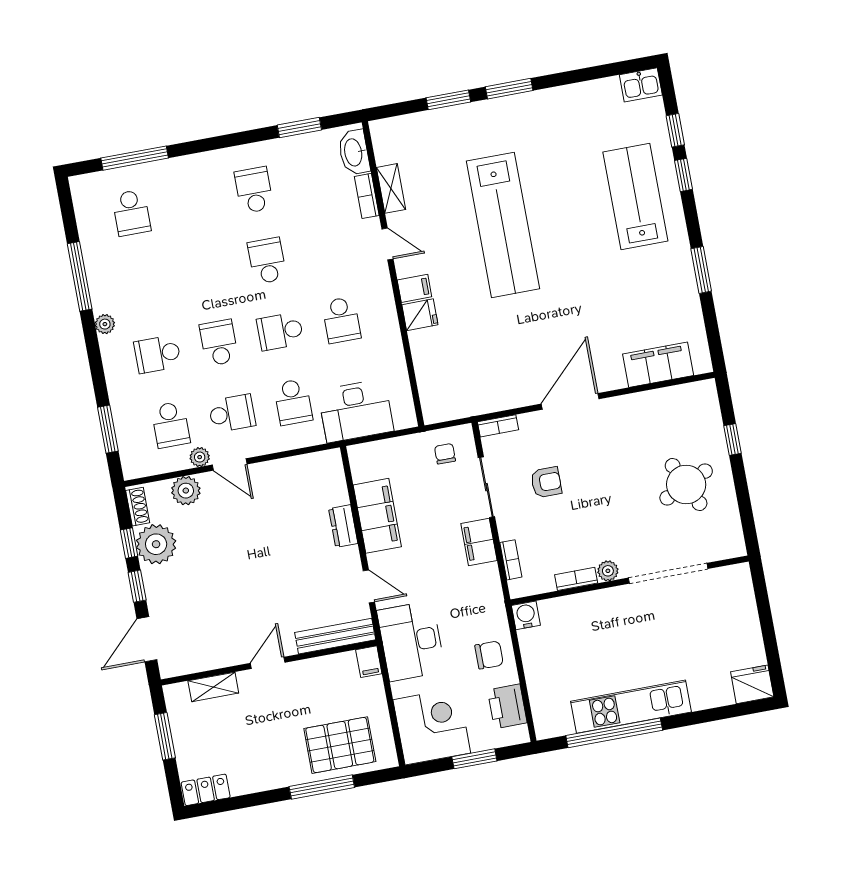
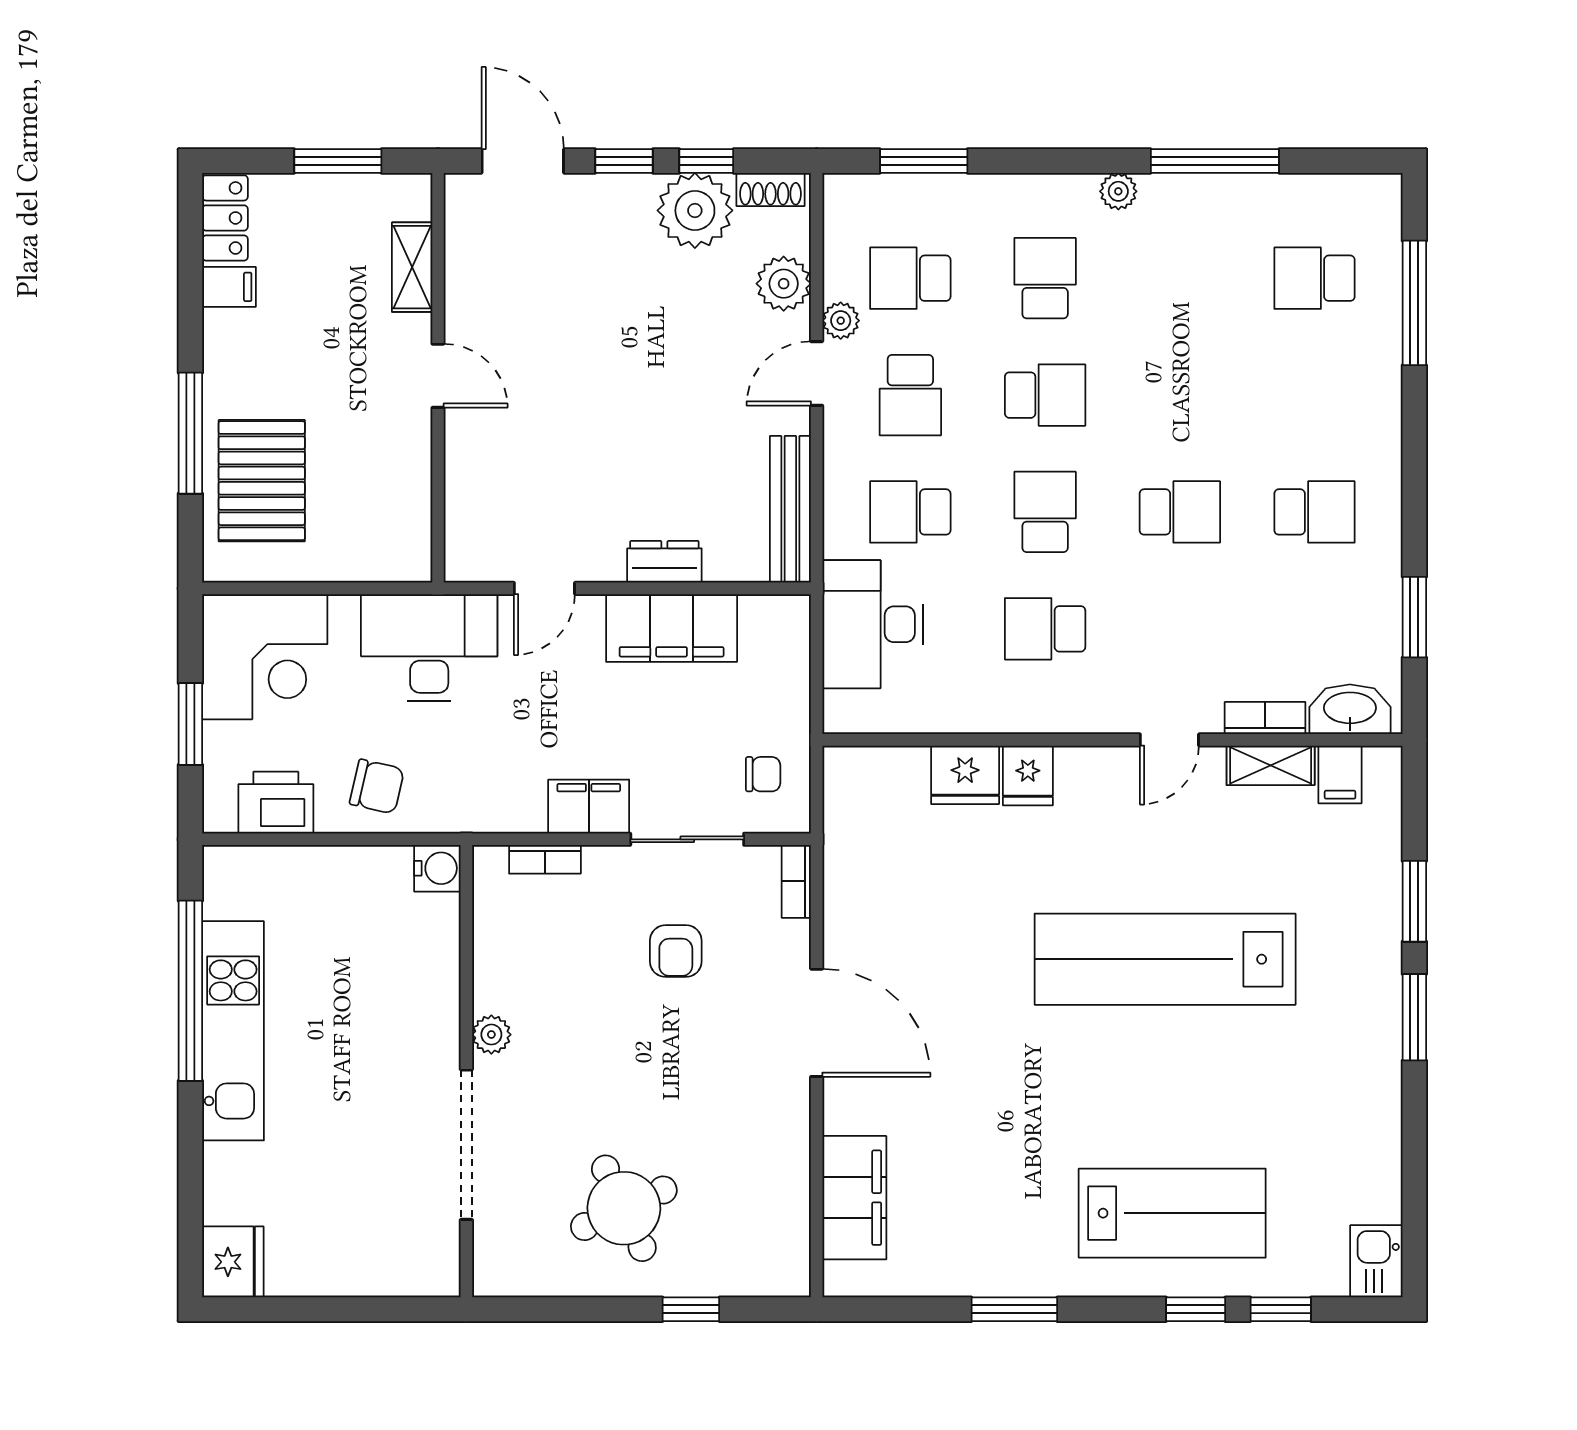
filing cabinet: (414, 288) -> (1340, 774), moved
fridge: (426, 348) -> (965, 775), added
bookcase: (576, 579) -> (487, 973), removed
bench: (335, 636) -> (790, 509), moved
chair: (489, 655) -> (377, 787), turned -77
filing cabinet: (369, 662) -> (229, 287), moved, turned 180

